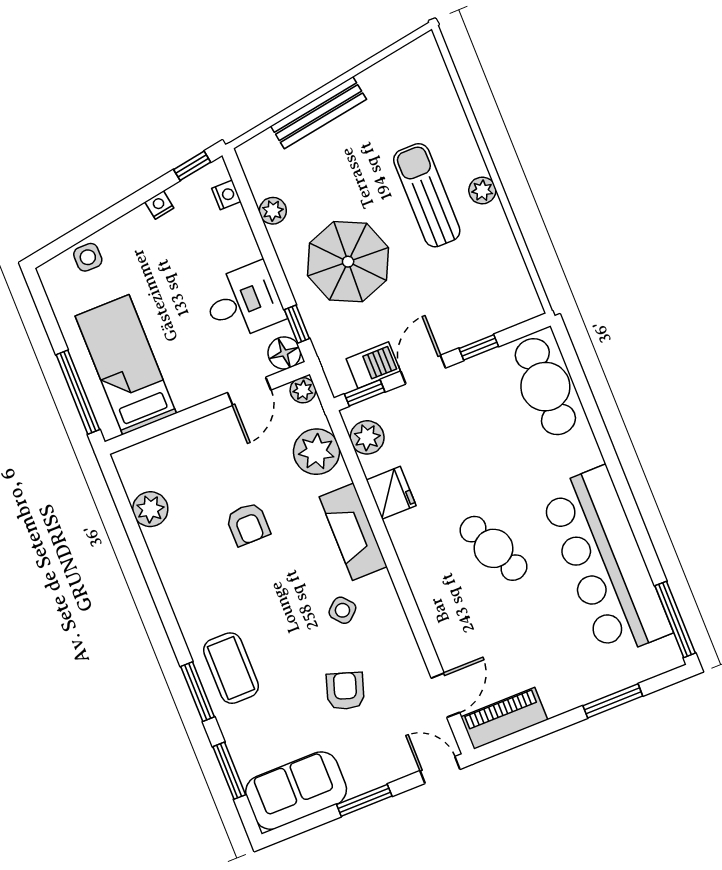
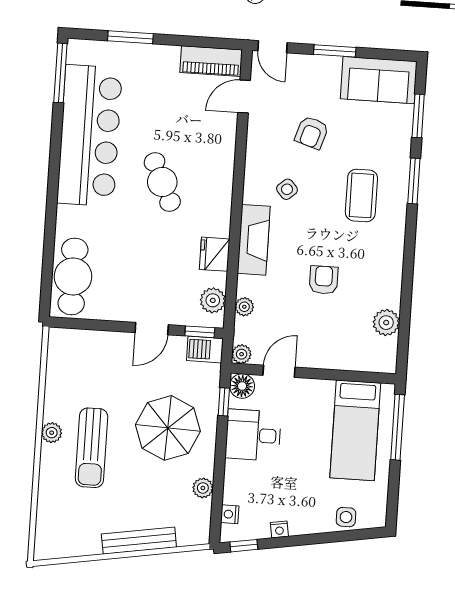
window: (479, 347) -> (106, 326), removed
barbecue: (373, 365) -> (205, 350), moved
plant: (316, 452) -> (244, 307), width x0.53, depth x0.53
coffee table: (231, 668) -> (361, 195), moved

